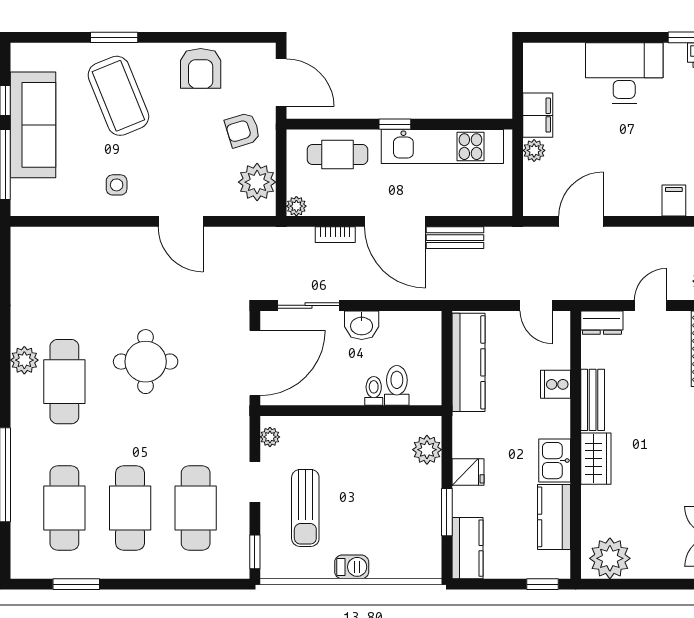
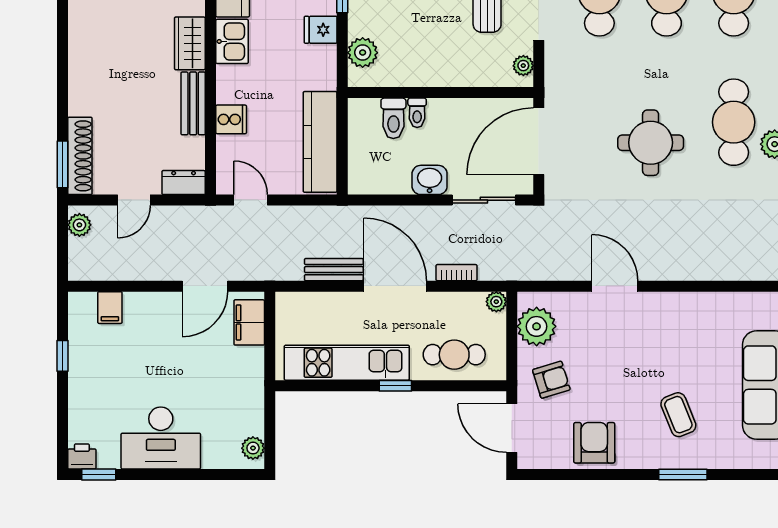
coffee table: (118, 96) -> (678, 415), width x0.54, depth x0.58
filing cabinet: (538, 115) -> (249, 322), moved
plant: (534, 150) -> (253, 448), moved
side table: (117, 185) -> (680, 323), removed

